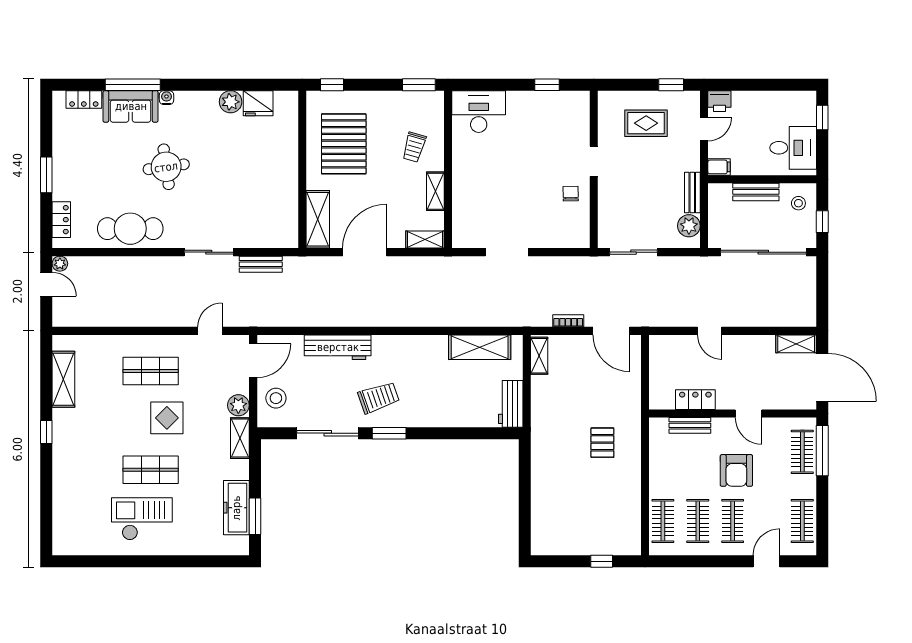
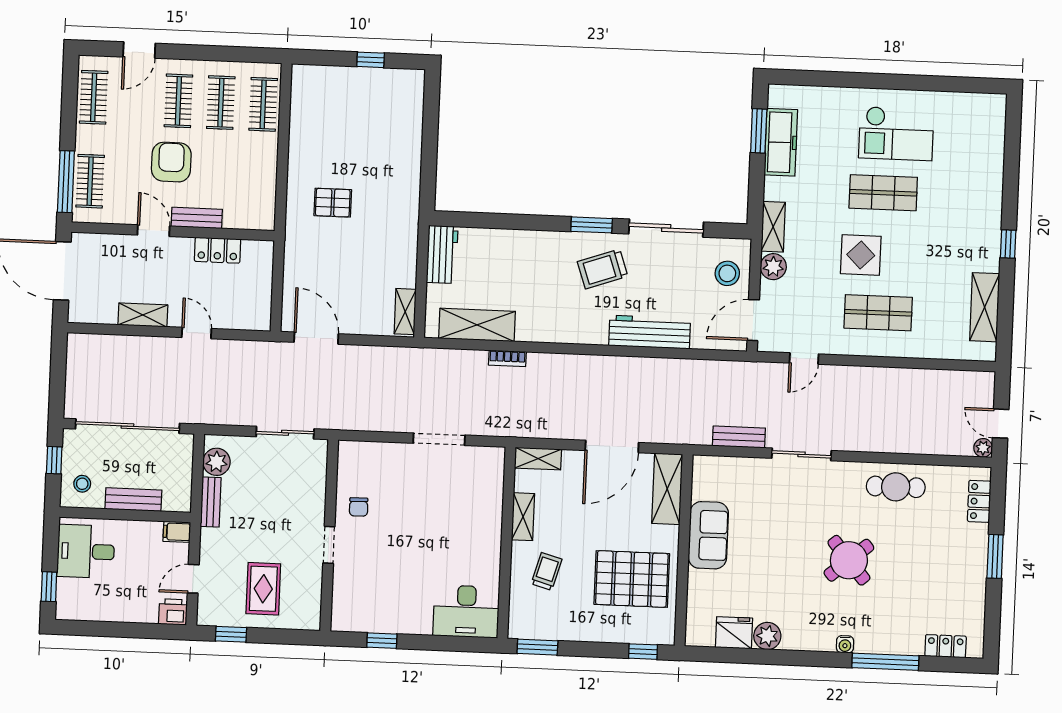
sofa: (131, 106) -> (708, 535), moved, turned 90
rug: (646, 123) -> (263, 589), turned 90
pallet: (344, 144) -> (632, 579), turned 90
round table: (166, 167) -> (849, 560), turned -32
cafe table: (130, 229) -> (896, 487), width x0.73, depth x0.74
bookcase: (568, 321) -> (507, 358), moved
shelving: (796, 344) -> (143, 315), moved
bench: (690, 425) -> (197, 218), moved
pallet: (602, 443) -> (333, 203), turned 90
window: (602, 561) -> (371, 60), moved

